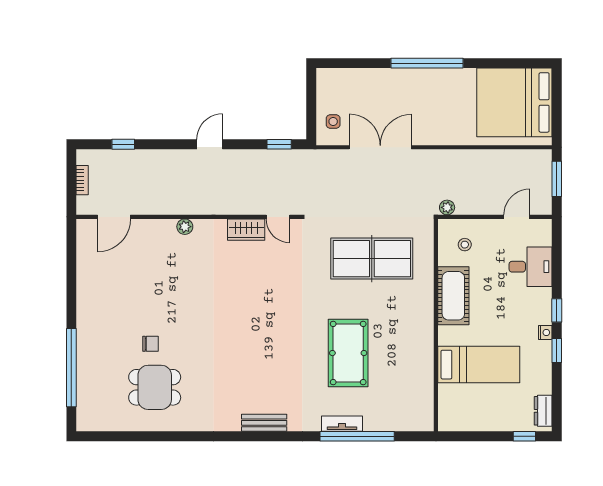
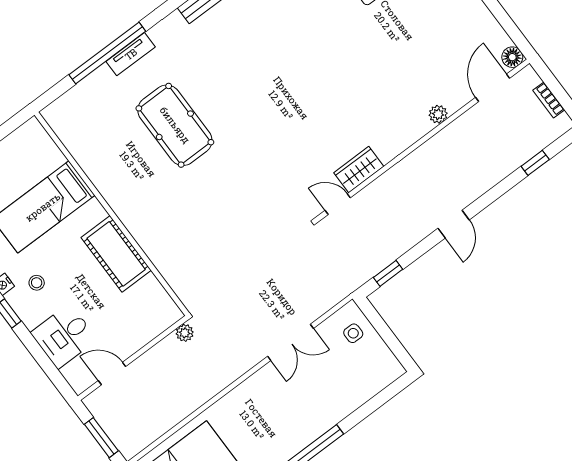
double door: (380, 147) -> (290, 342), width x0.73
door: (517, 217) -> (112, 374), swing flipped
plant: (185, 227) -> (438, 114), moved
floor lamp: (85, 228) -> (512, 57), added
stool: (465, 245) -> (37, 283), moved
table tennis table: (372, 259) -> (219, 231), removed

